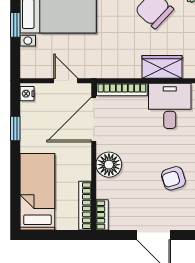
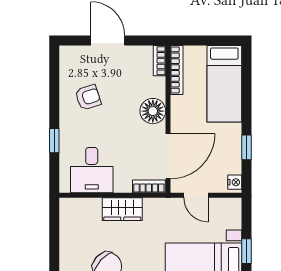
wardrobe: (162, 67) -> (122, 209), moved
bookcase: (122, 90) -> (149, 186), width x0.64

